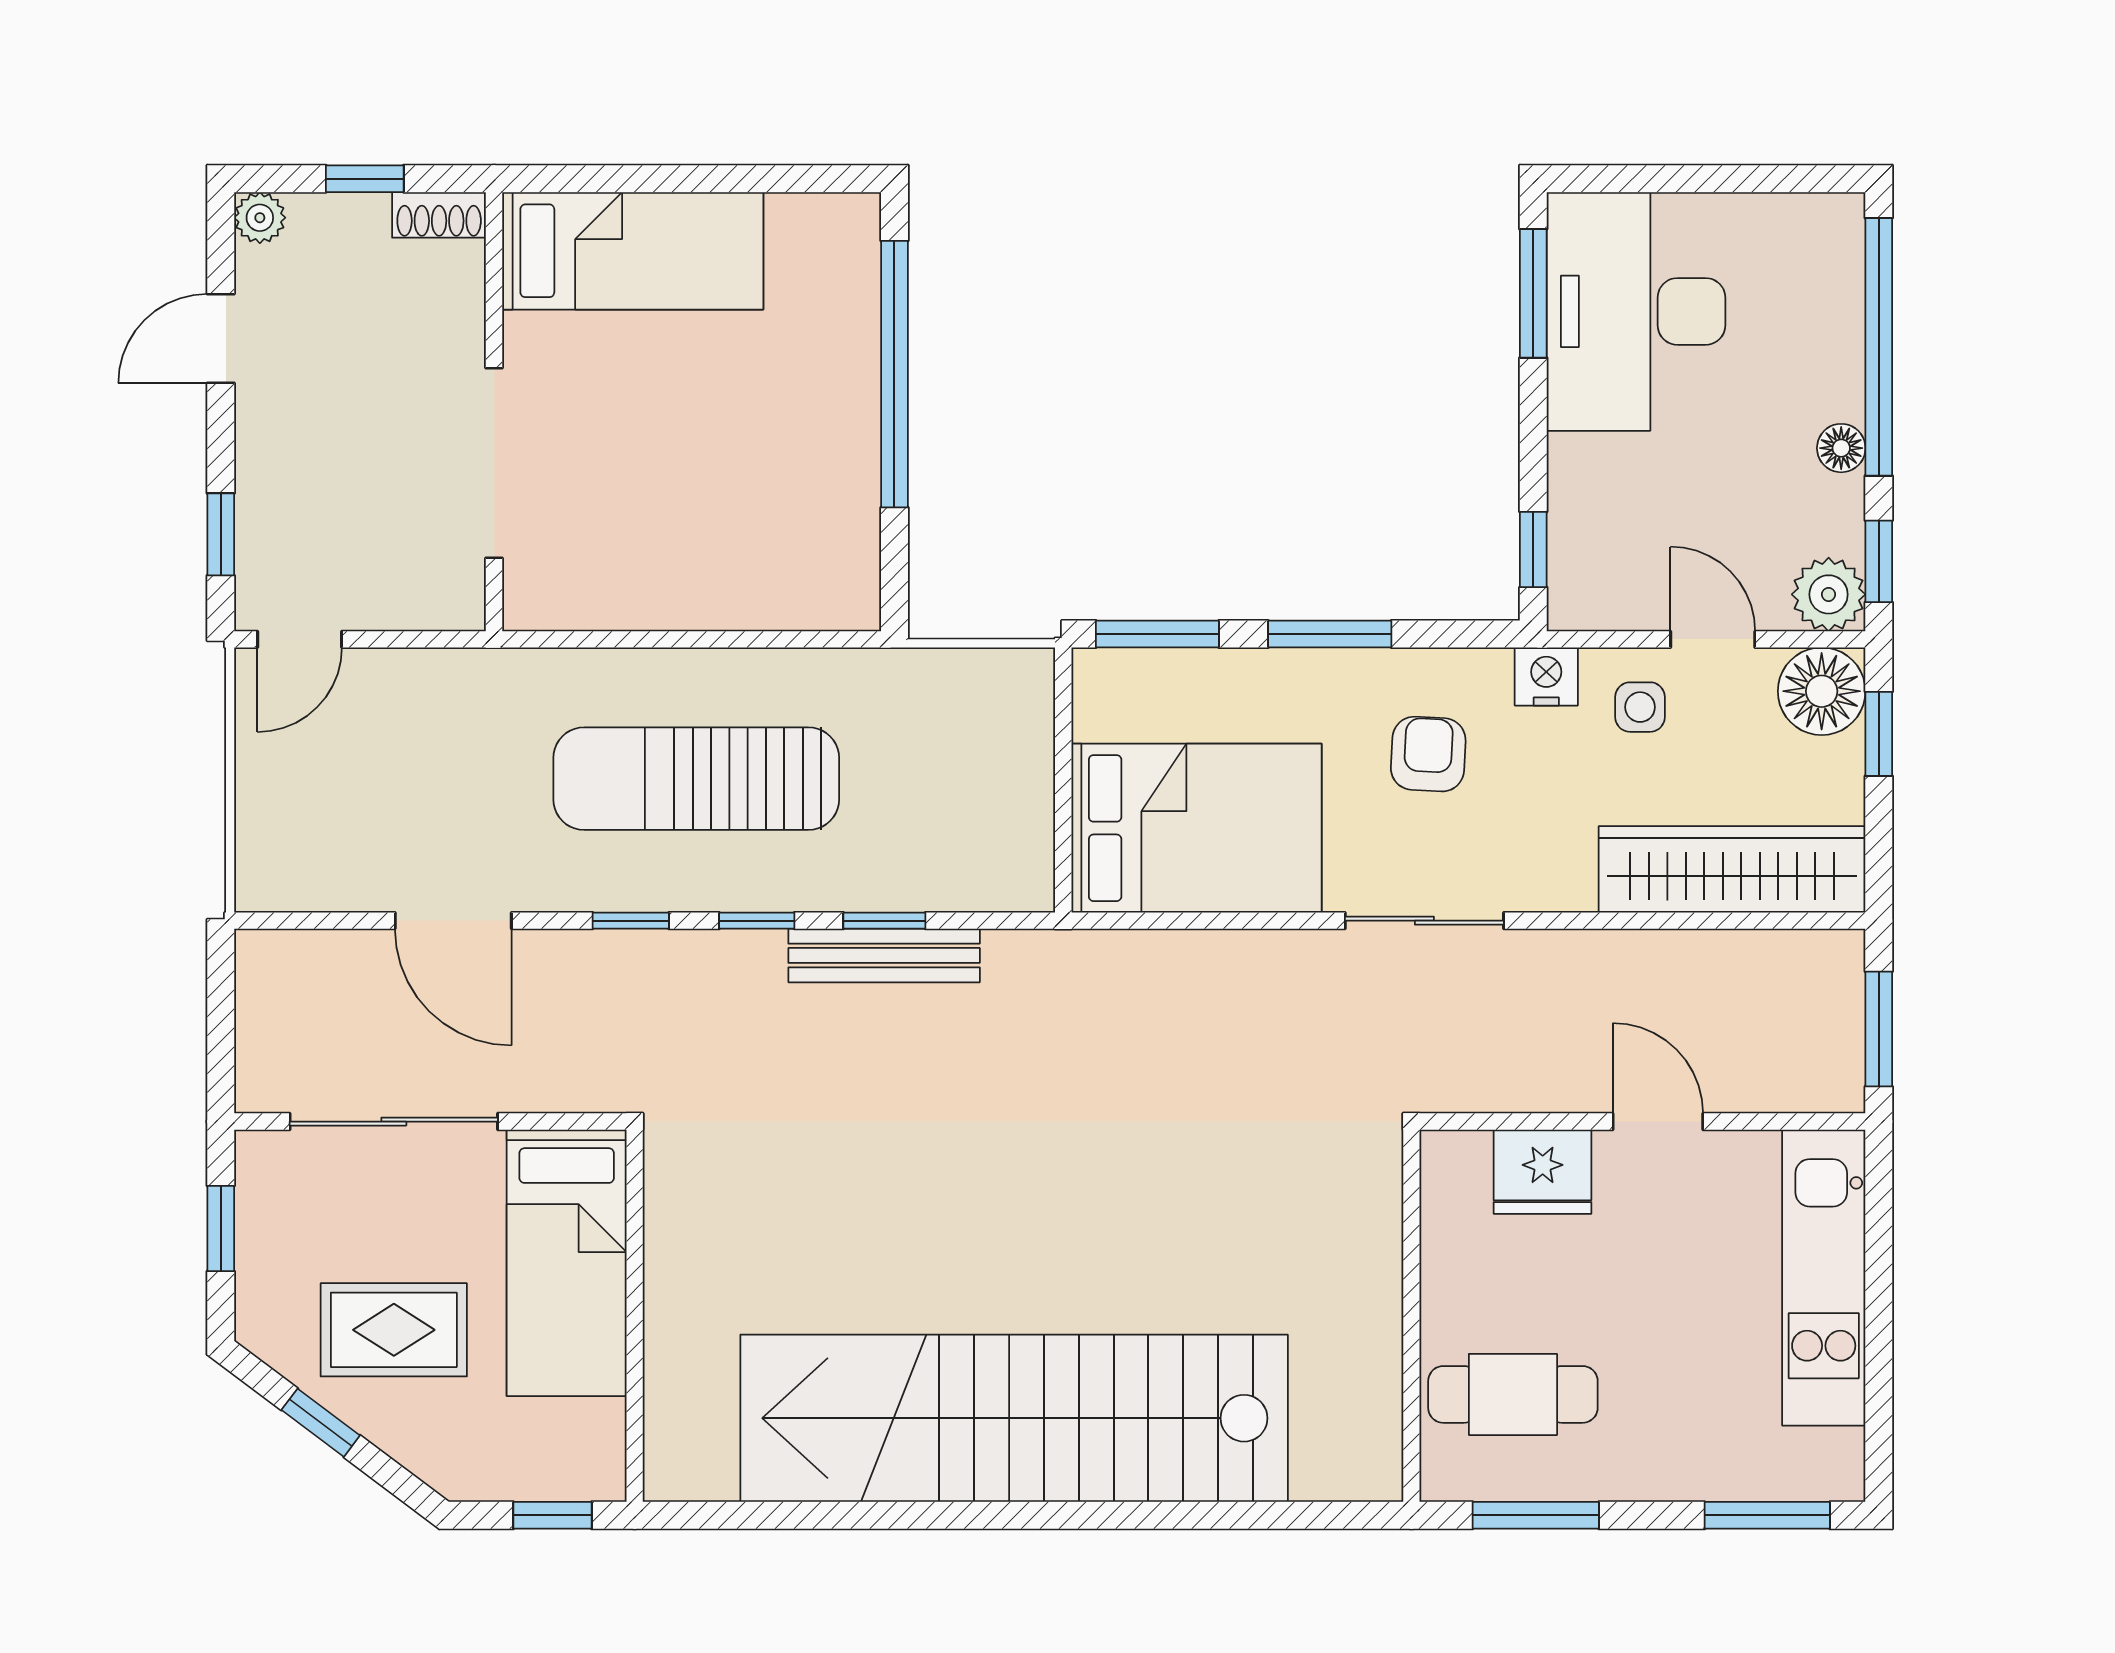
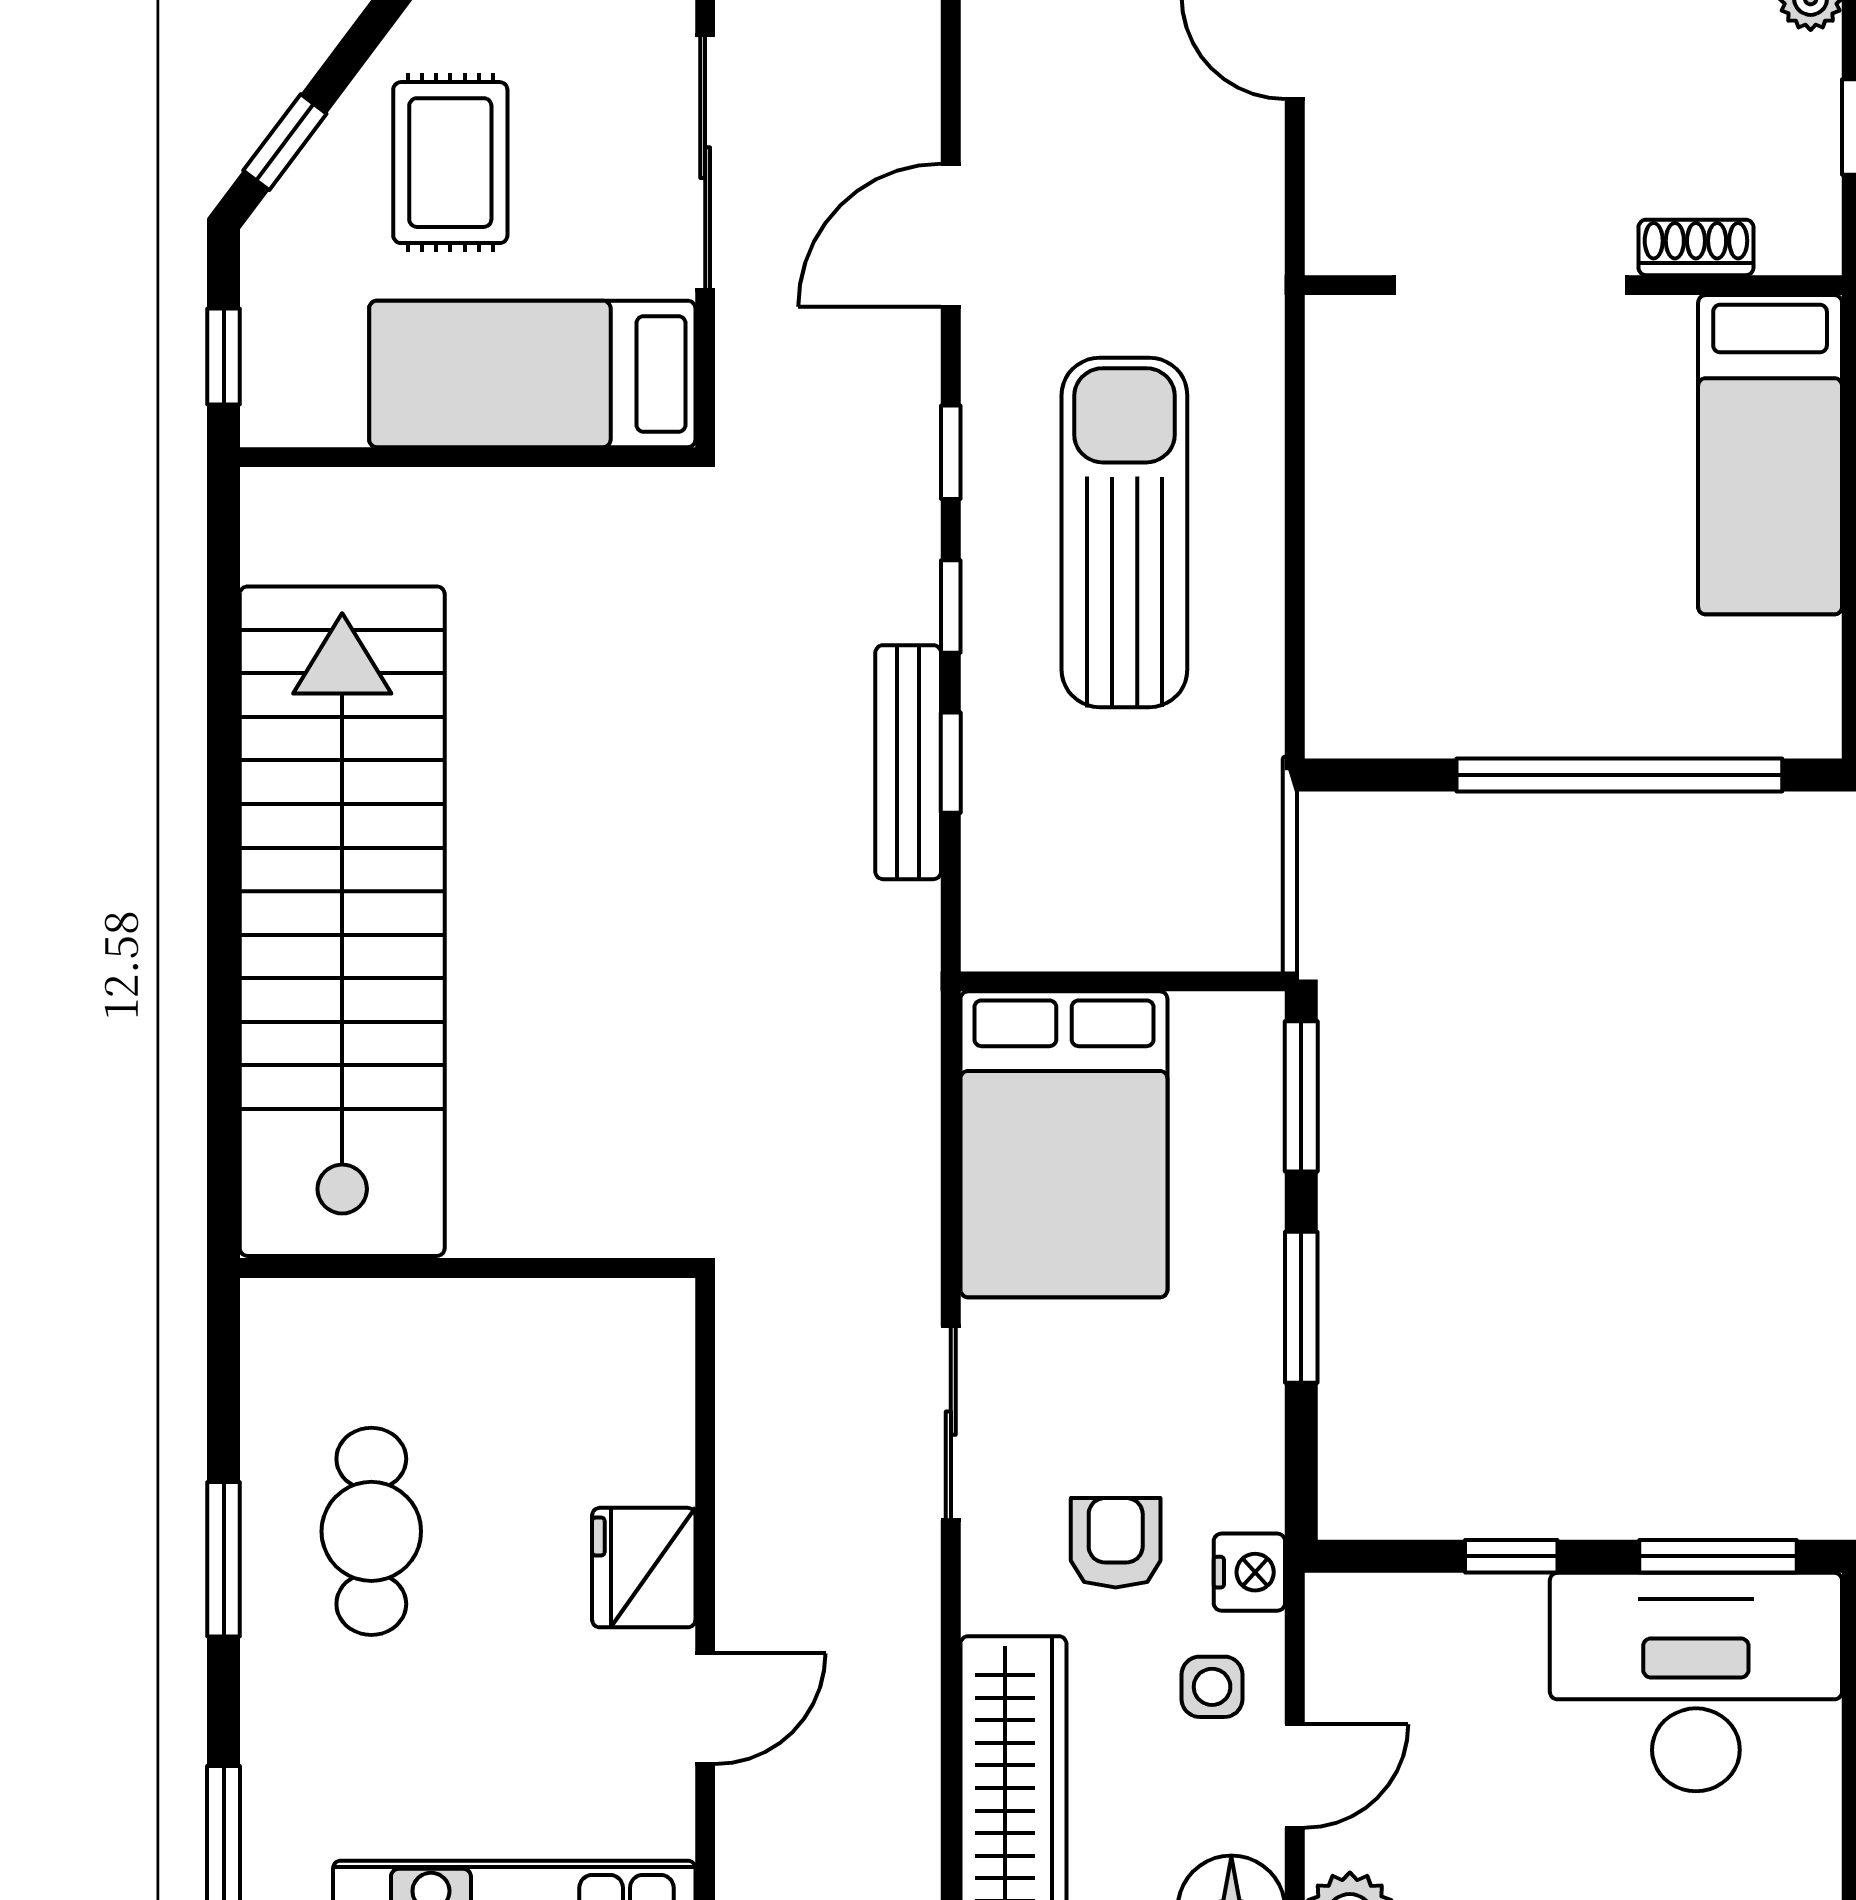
shoe rack: (439, 215) -> (1696, 247), moved, turned 90
window: (1533, 549) -> (1511, 1556), moved
armchair: (1428, 754) -> (1116, 1543), moved, turned -93
wall: (1411, 1316) -> (468, 1268), moved
window: (321, 1423) -> (285, 142), moved

